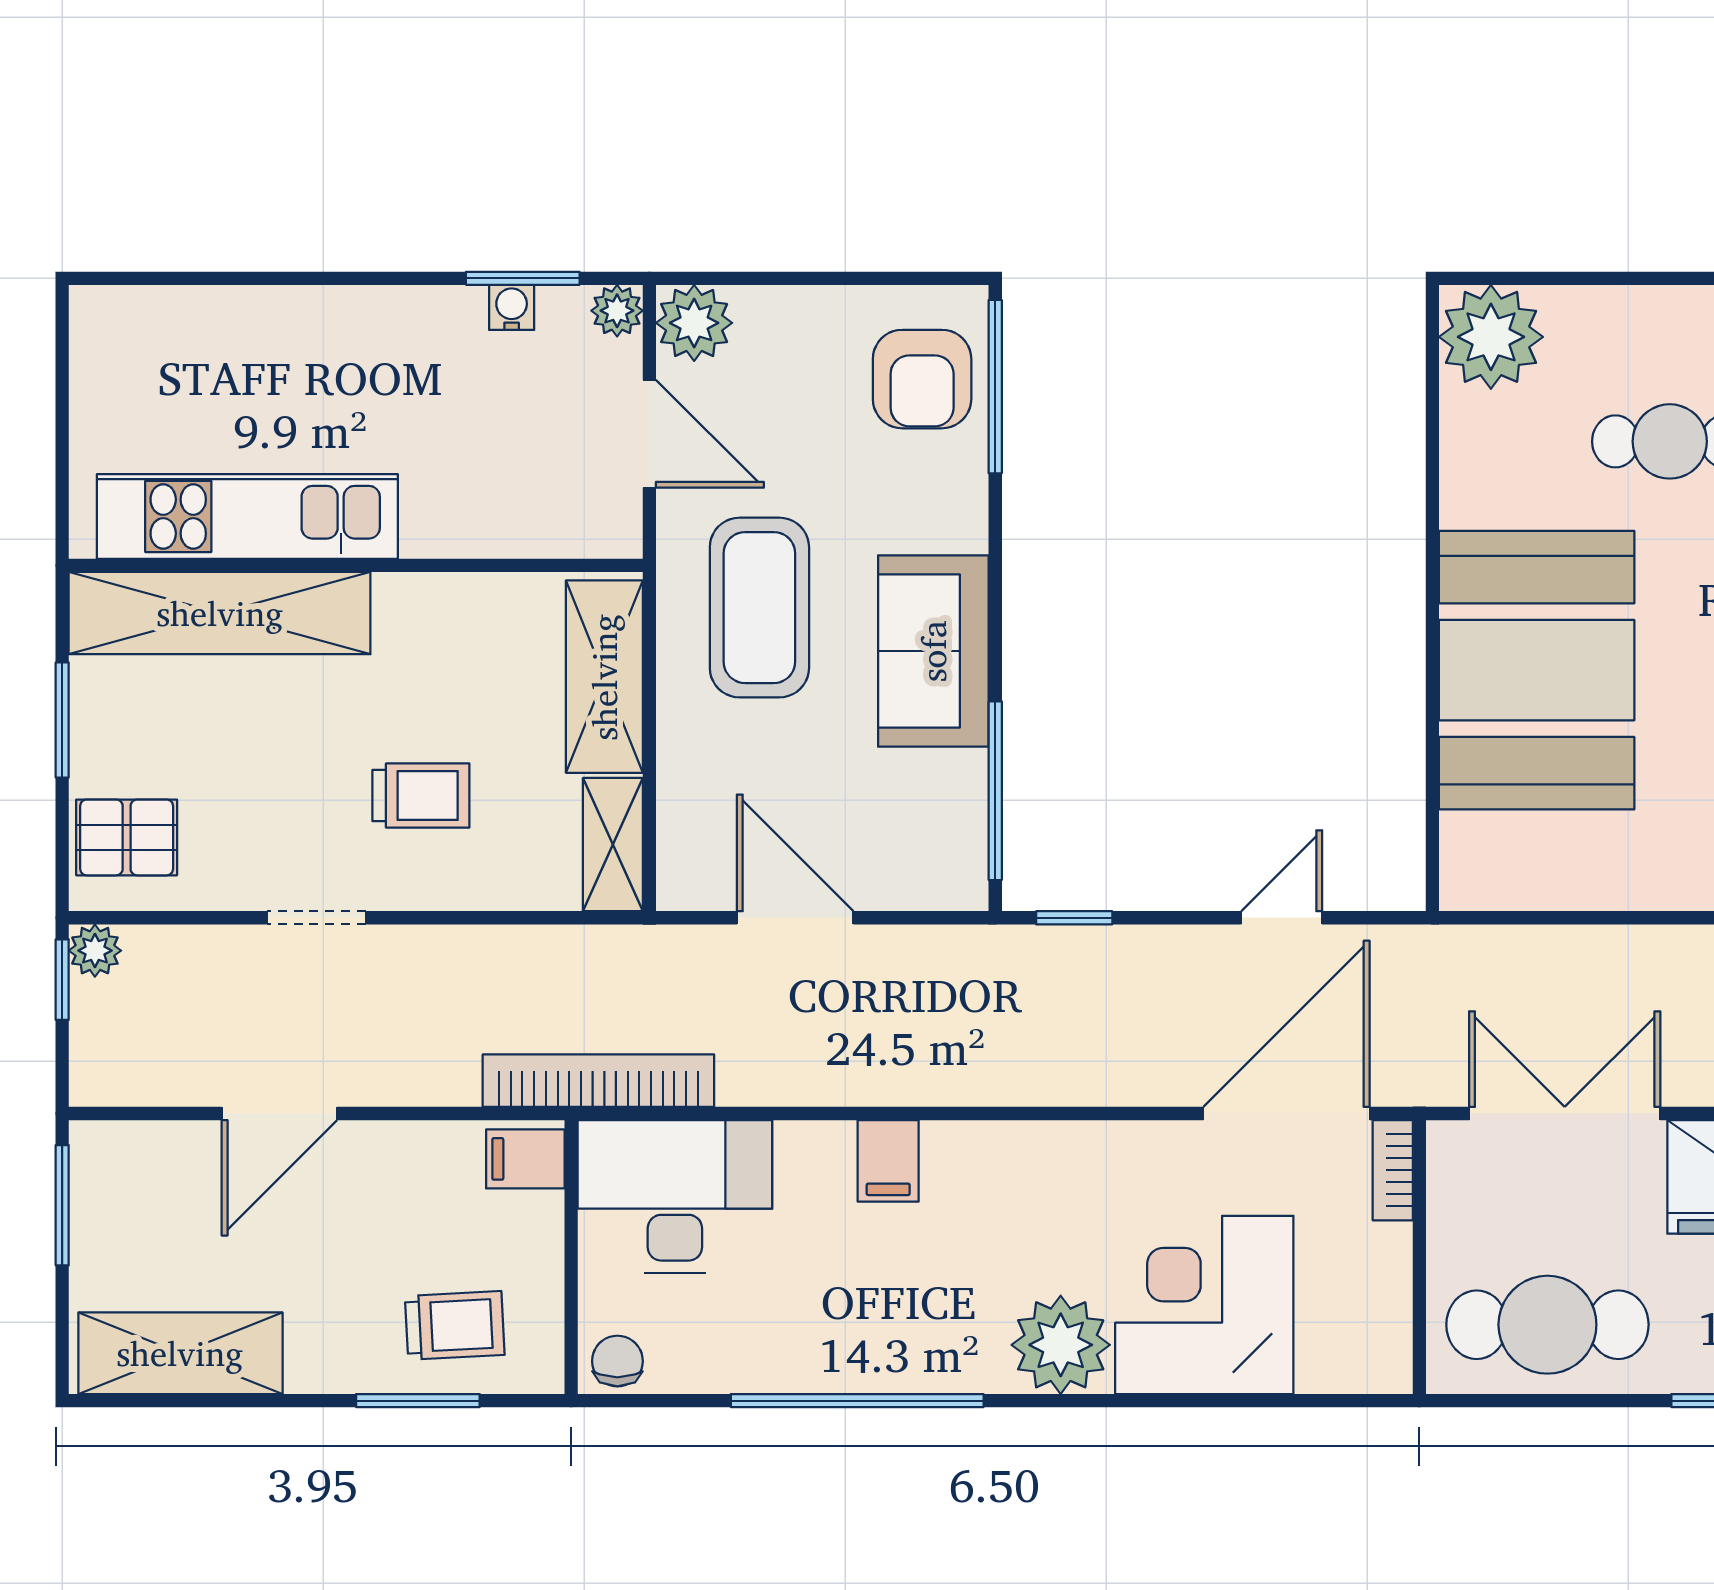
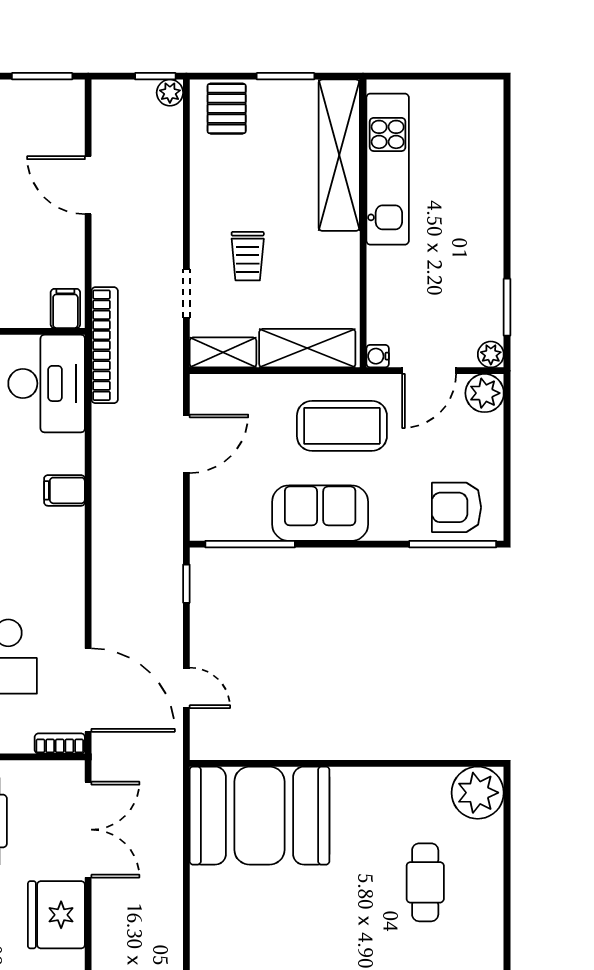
water cooler: (512, 307) -> (378, 356), moved, turned 180
booth: (1537, 670) -> (259, 816), moved
doorway: (316, 918) -> (186, 293), moved

